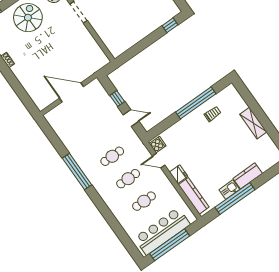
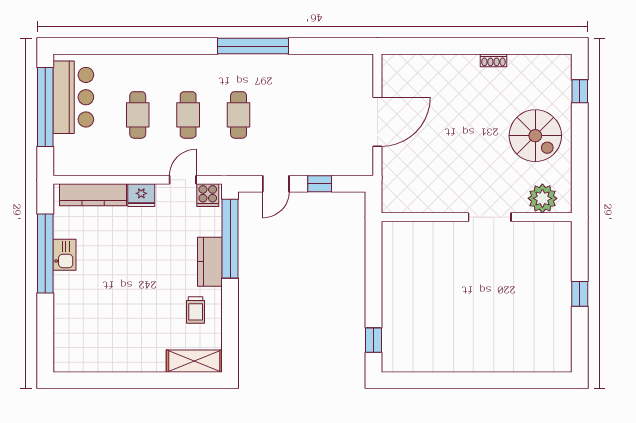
window: (196, 103) -> (230, 239), moved
shelving: (253, 123) -> (194, 361), moved
kitchen counter: (248, 176) -> (210, 262), moved, turned 180
bar counter: (162, 231) -> (73, 97), width x0.73

